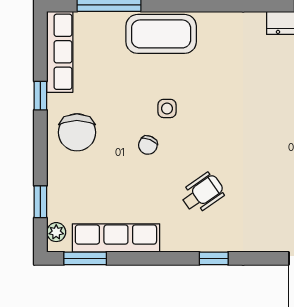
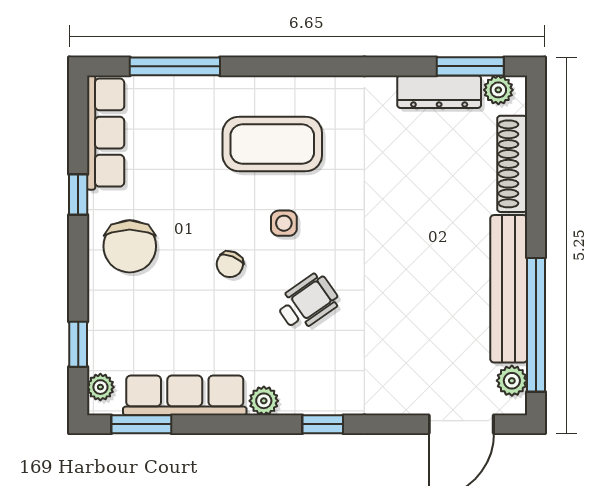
coffee table: (161, 34) -> (272, 144), moved
side table: (167, 108) -> (284, 223), moved
wheelchair: (203, 193) -> (308, 302), moved
plant: (172, 242) -> (264, 401), added

